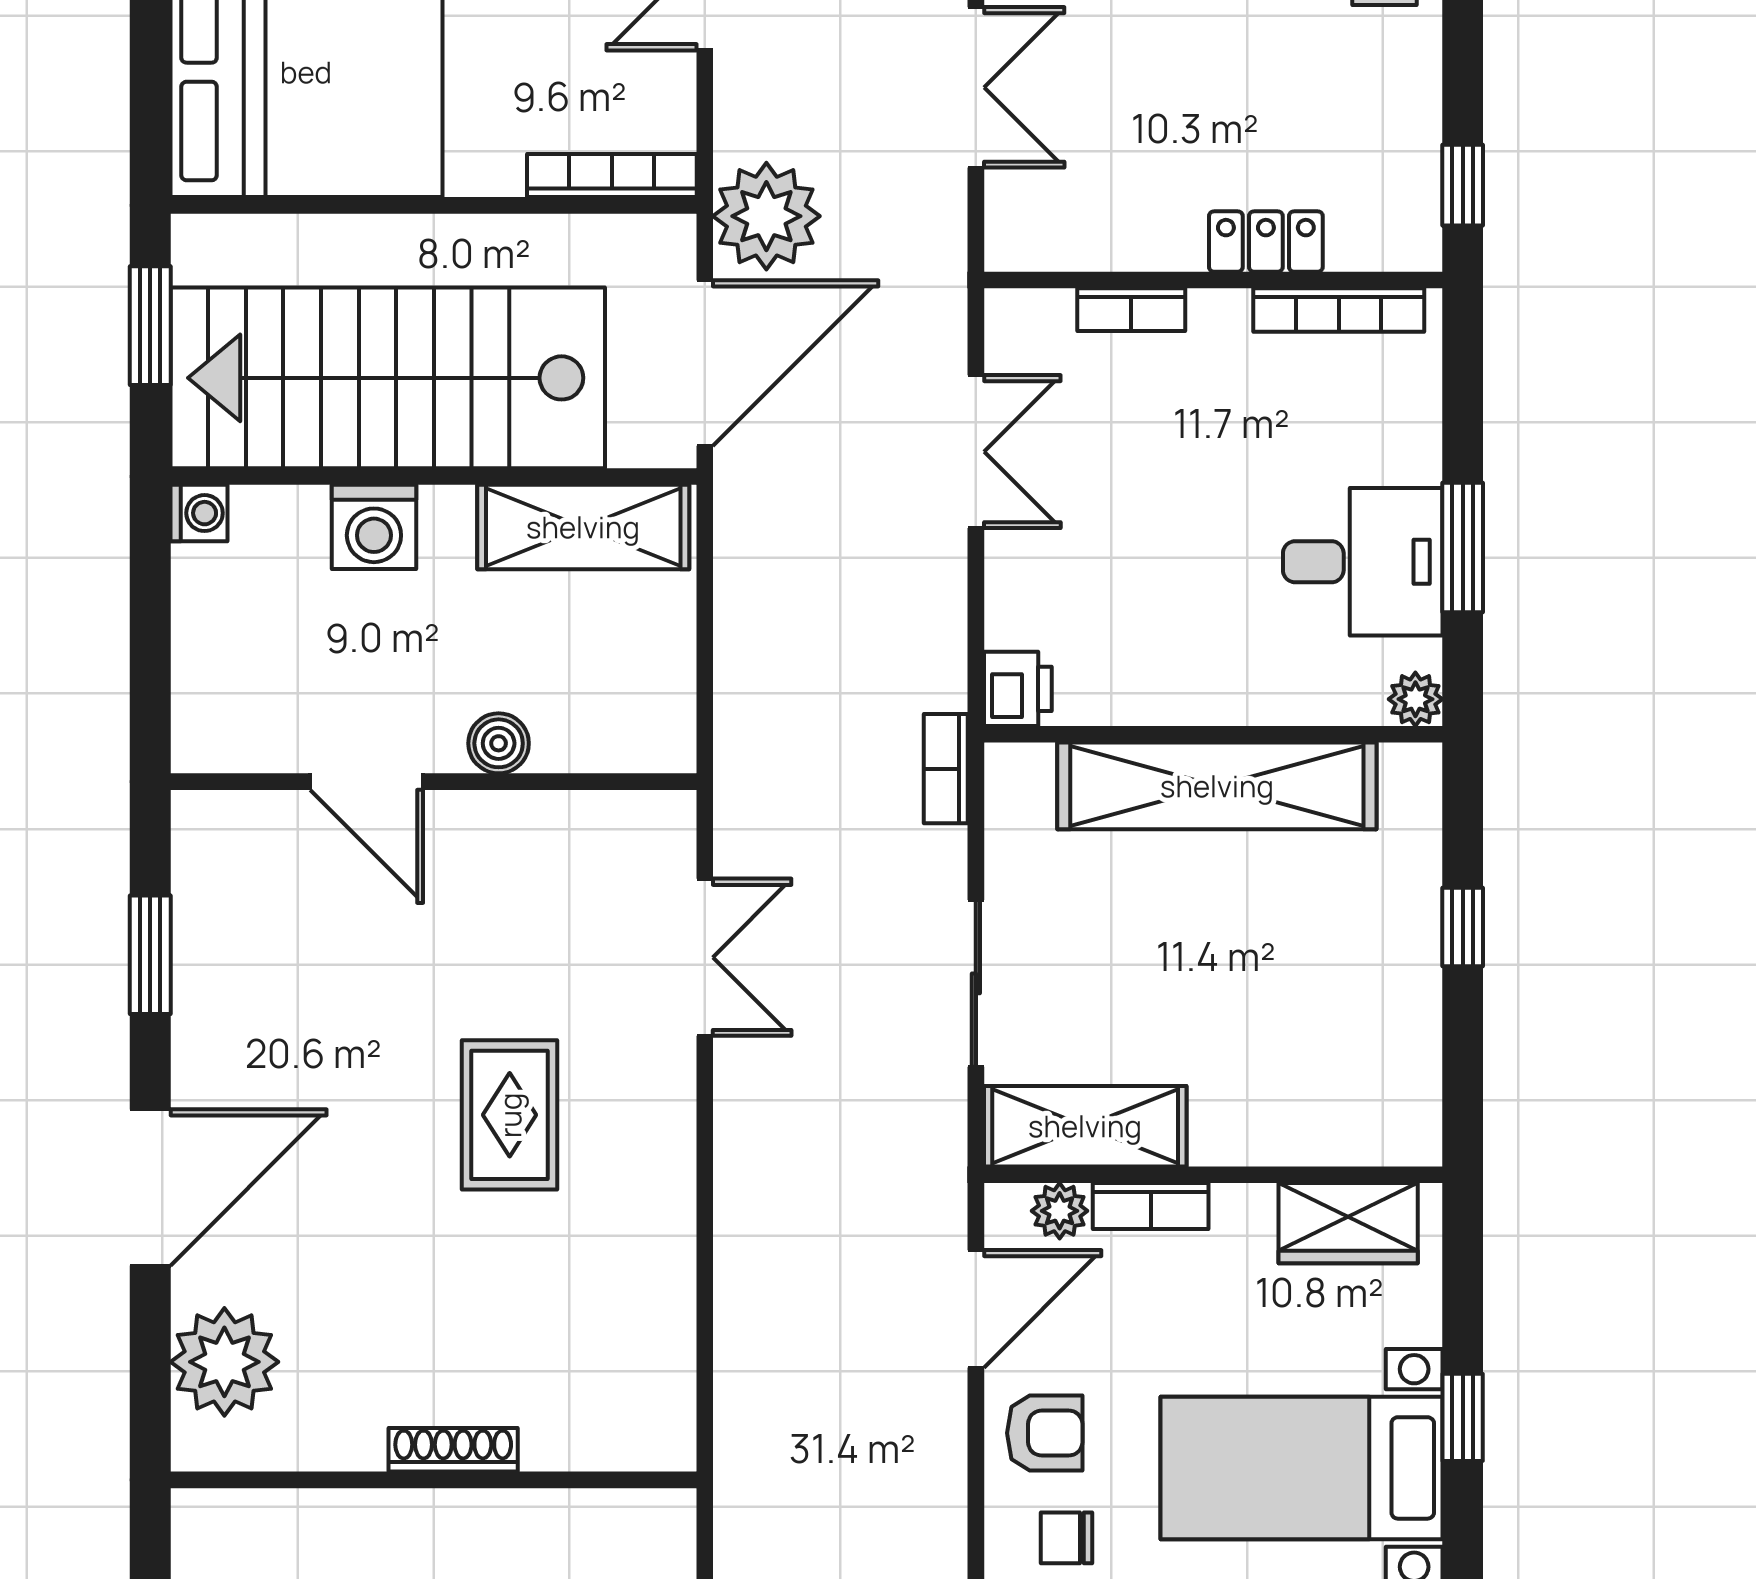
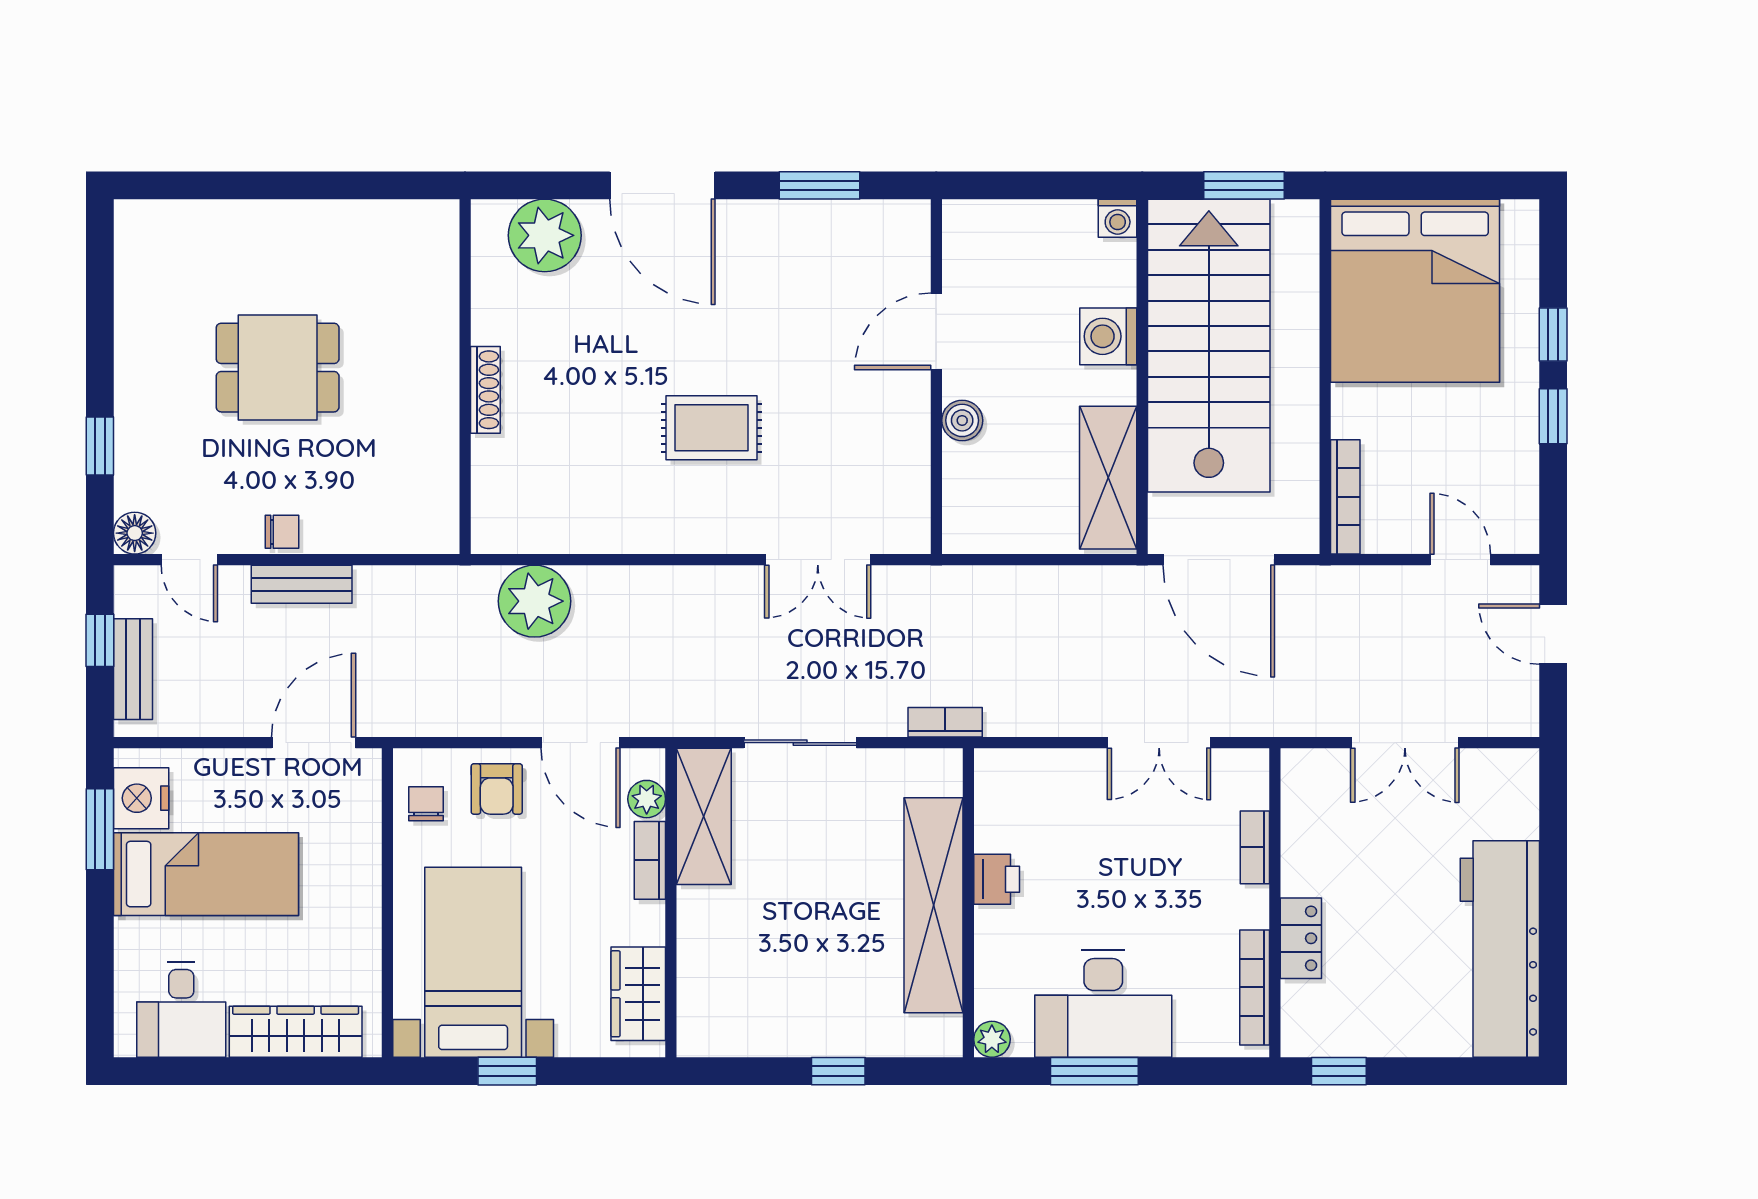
plant: (766, 216) -> (535, 601), moved
desk: (1363, 562) -> (1103, 1004), width x1.37
printer: (1018, 689) -> (997, 879), moved, turned -90

